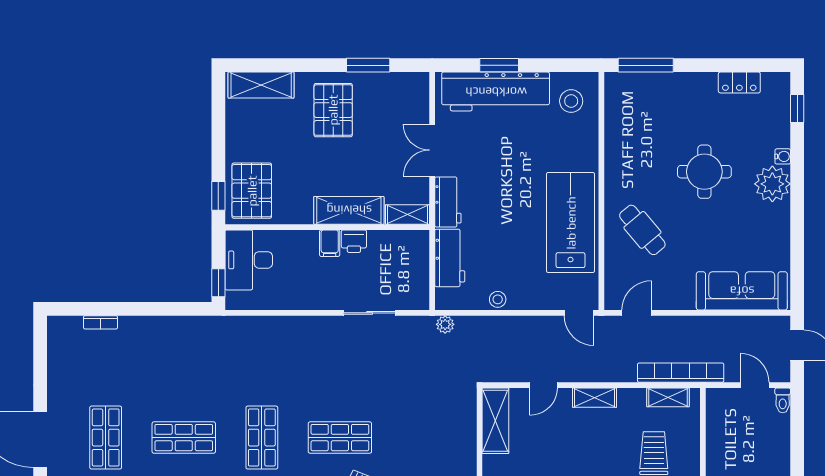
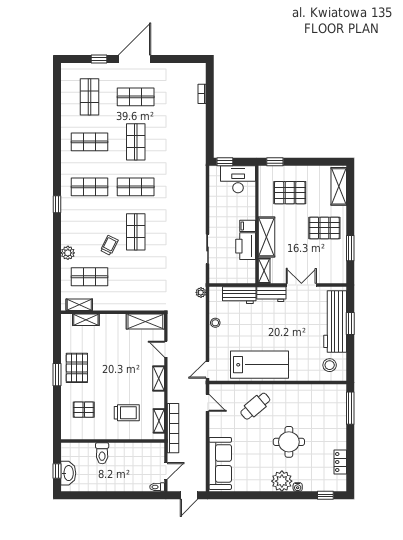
pallet: (252, 191) -> (290, 193), moved
printer: (354, 241) -> (246, 246), width x1.87, depth x1.48

